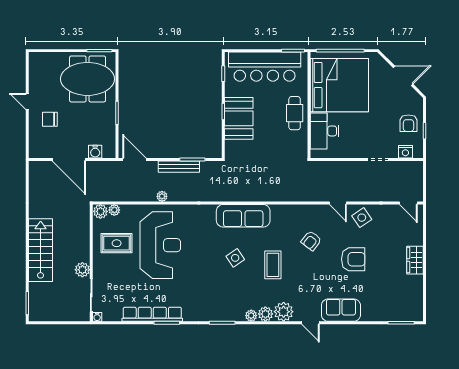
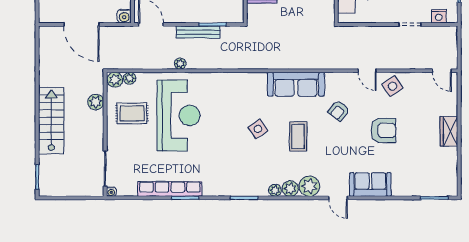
water cooler: (95, 152) -> (124, 16), moved
sofa: (243, 216) -> (296, 84), moved
plant: (82, 270) -> (96, 102), moved

